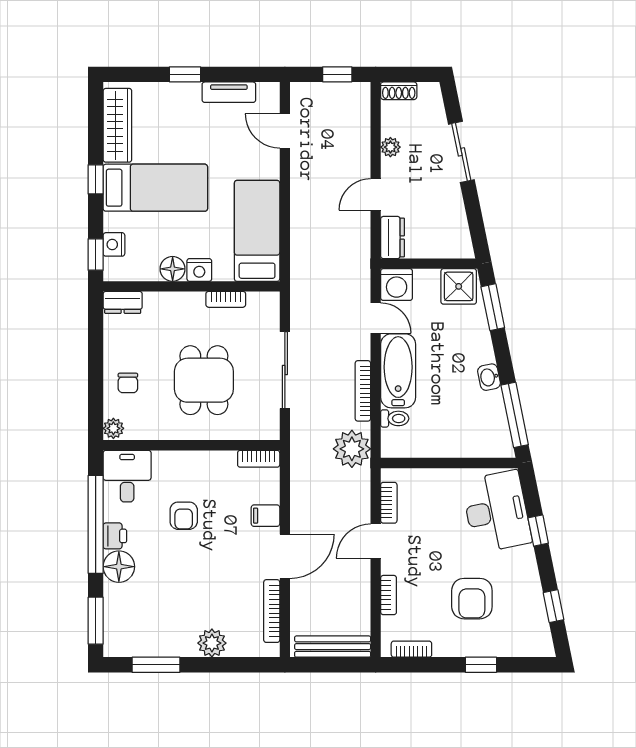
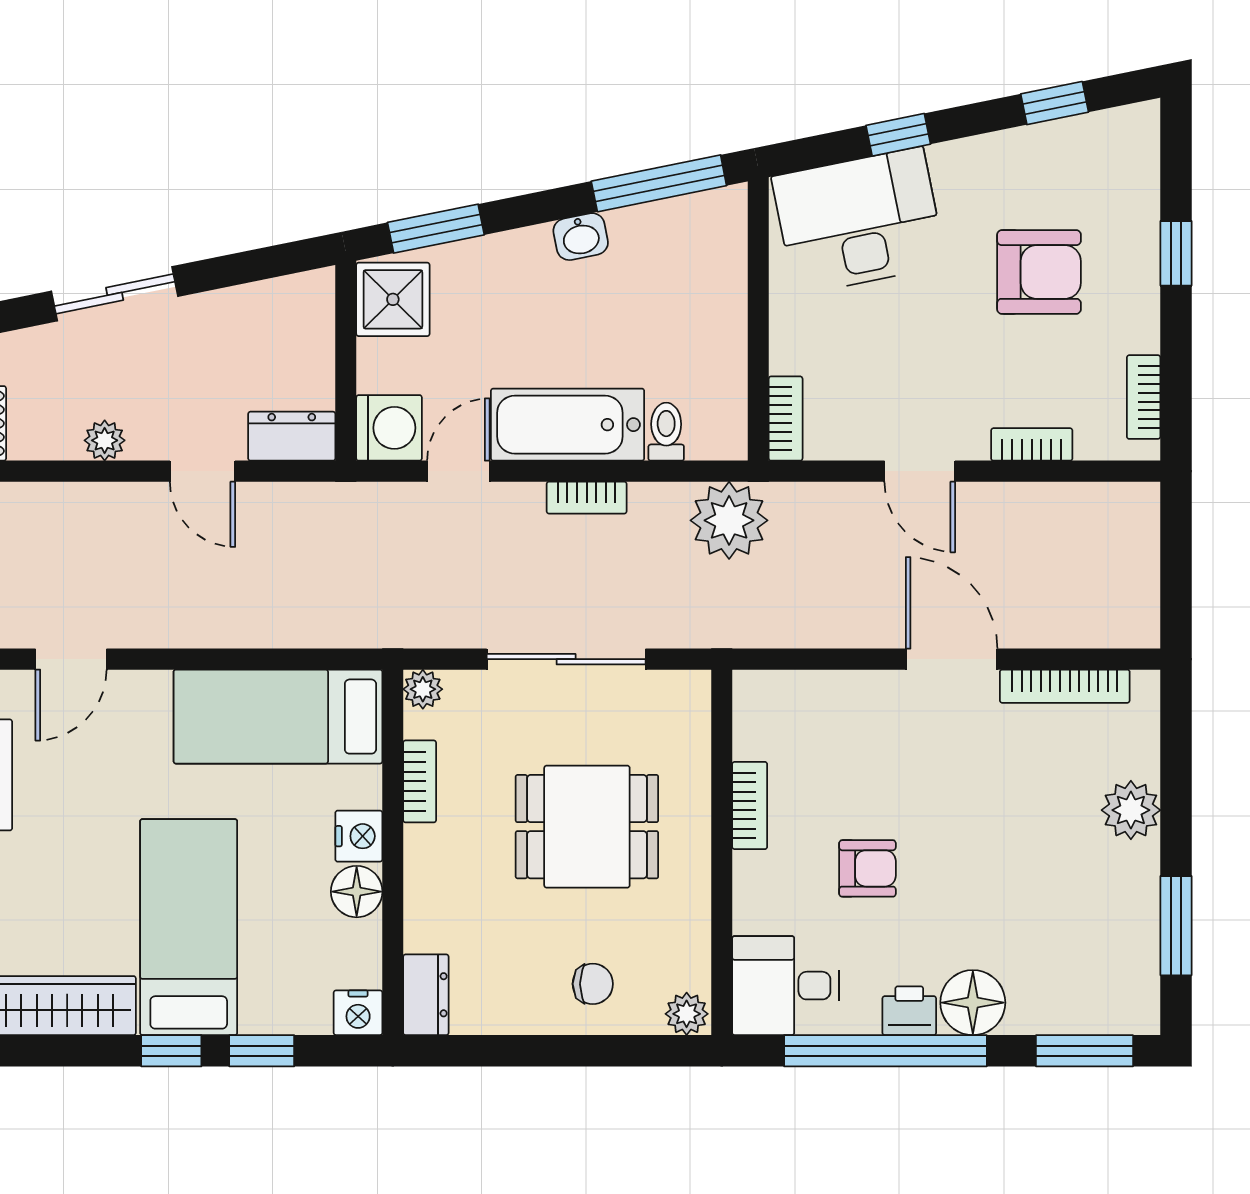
nightstand: (114, 244) -> (358, 1013), moved
window: (96, 254) -> (262, 1051), moved
plant: (270, 301) -> (423, 689), added
bookcase: (363, 391) -> (587, 498), width x0.64
bookcase: (259, 459) -> (750, 806), moved
bookcase: (389, 503) -> (786, 419), moved, turned 90
filing cabinet: (265, 516) -> (867, 699), removed
bench: (333, 647) -> (1138, 560), removed

